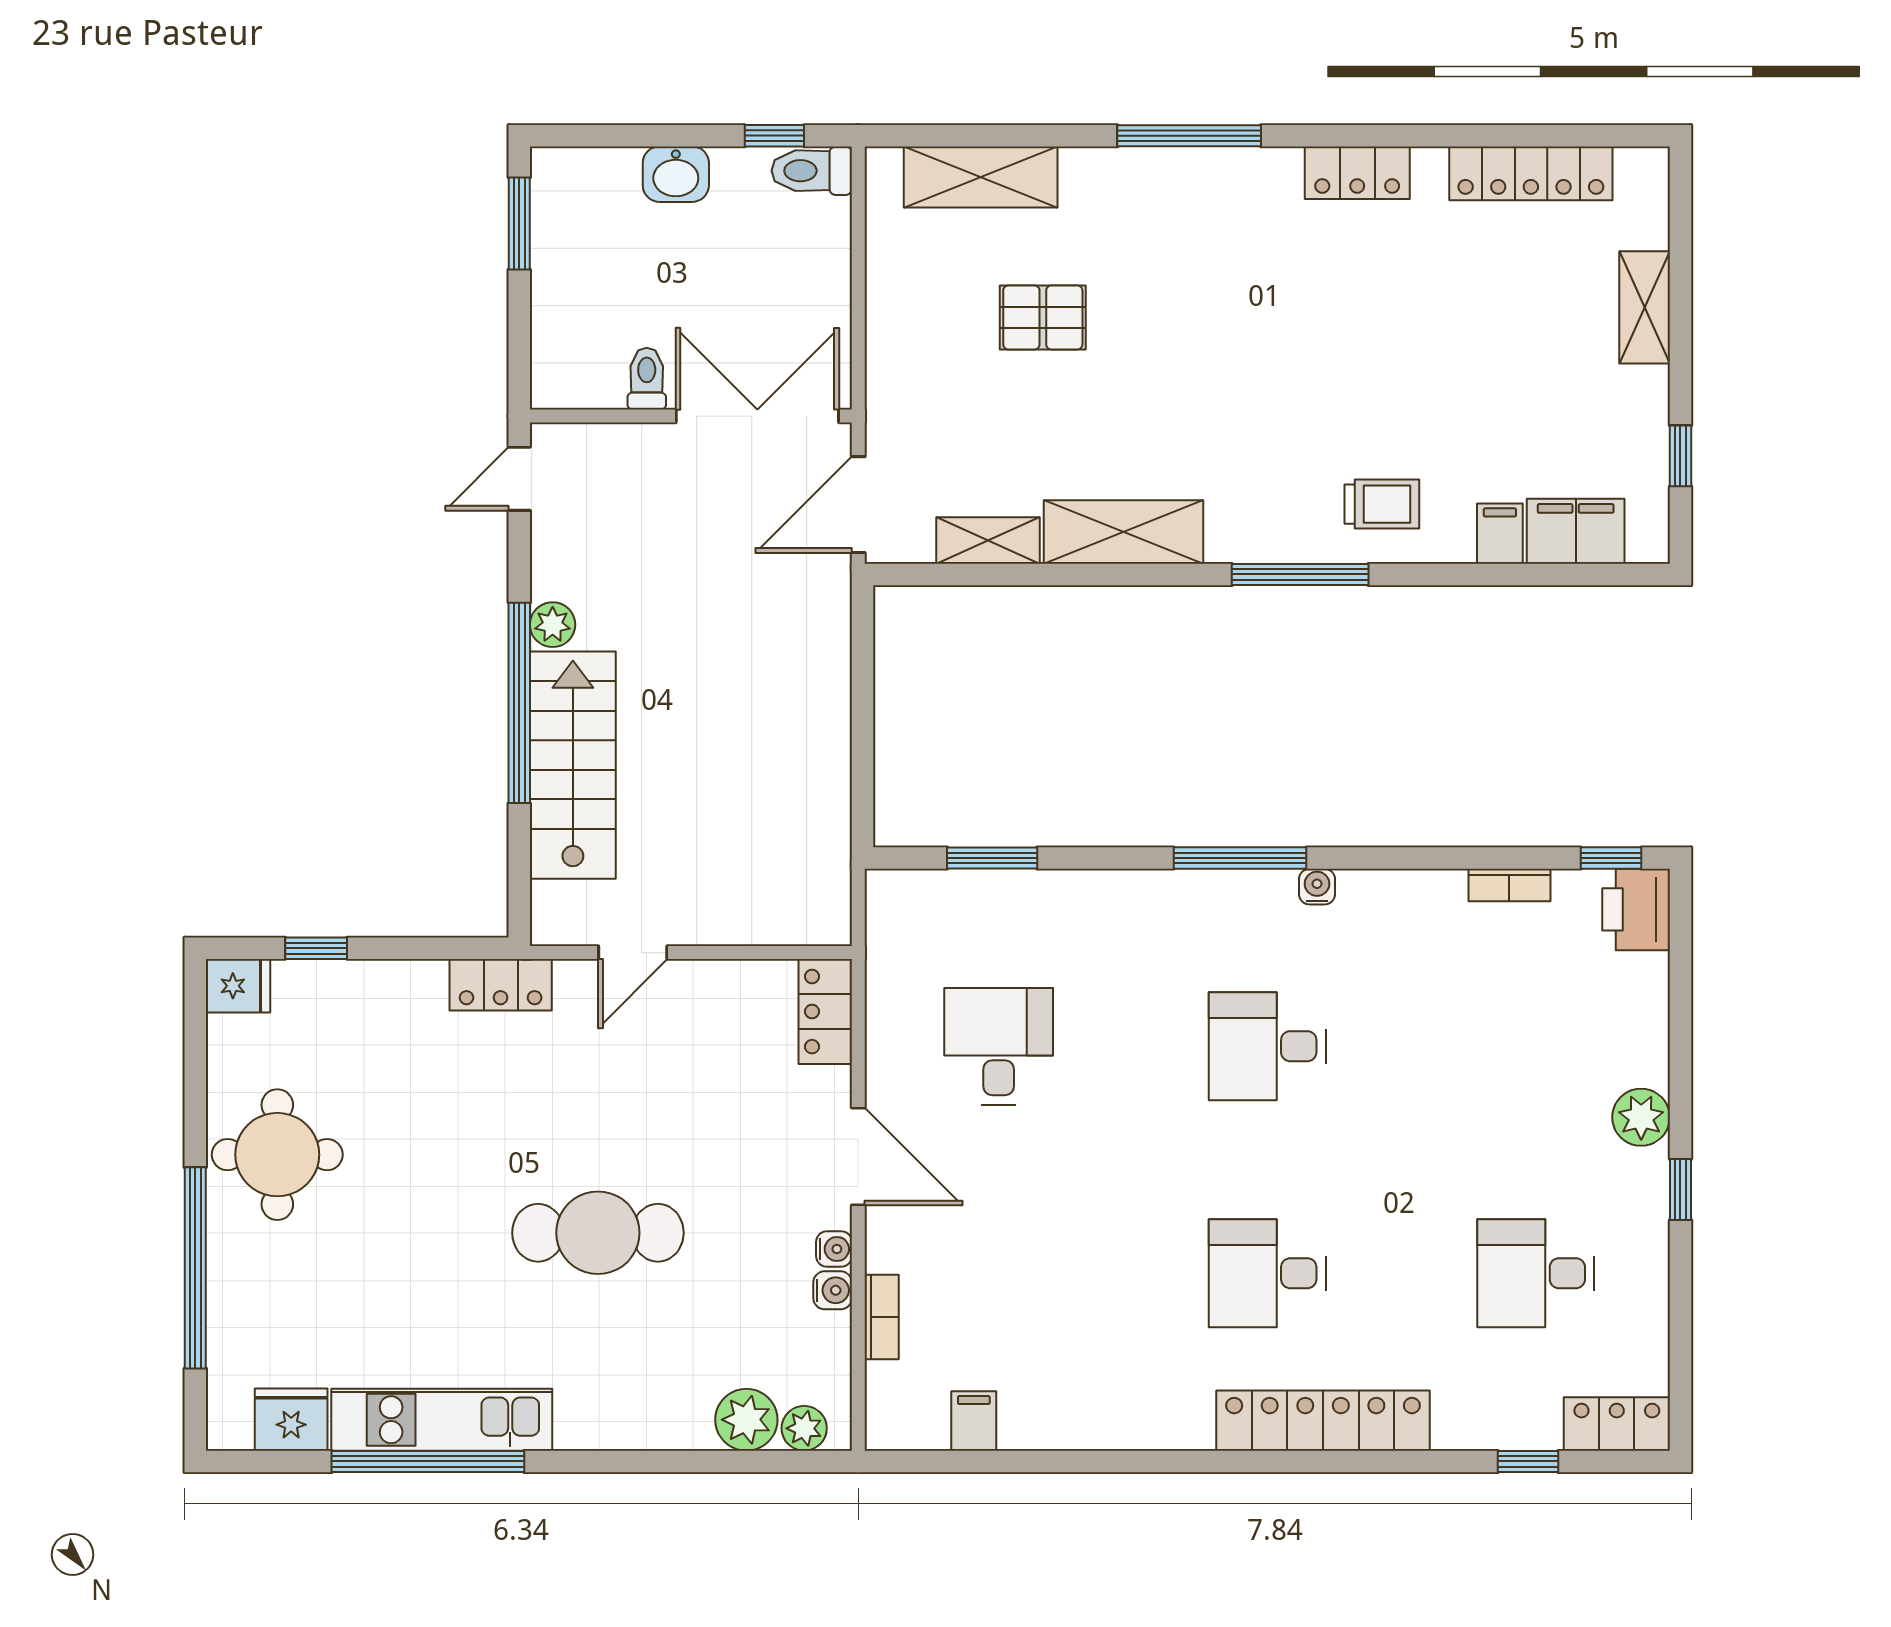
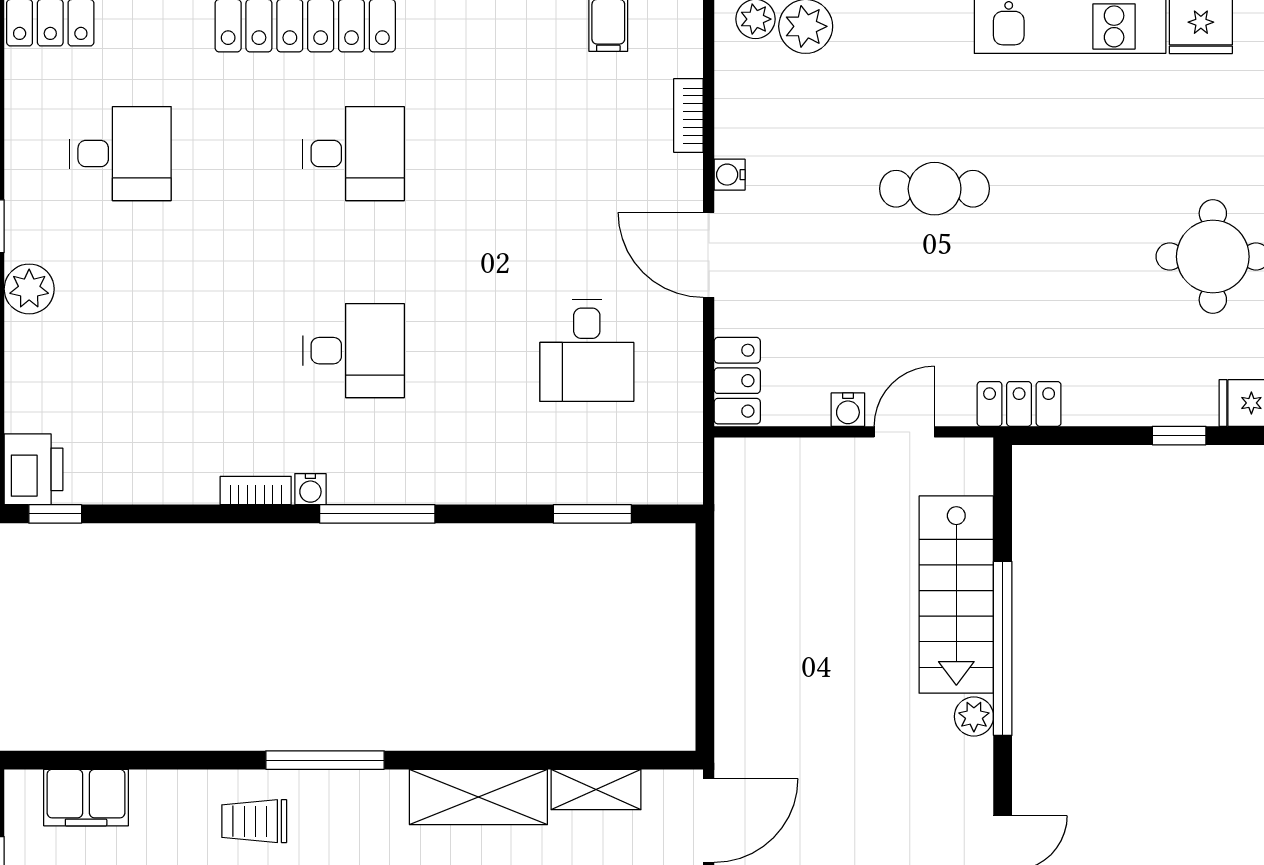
filing cabinet: (1500, 534) -> (152, 796), removed
bookcase: (1509, 885) -> (256, 491), moved
cafe table: (598, 1233) -> (935, 189), width x0.73, depth x0.74
water cooler: (833, 1290) -> (848, 410), moved, turned -90

